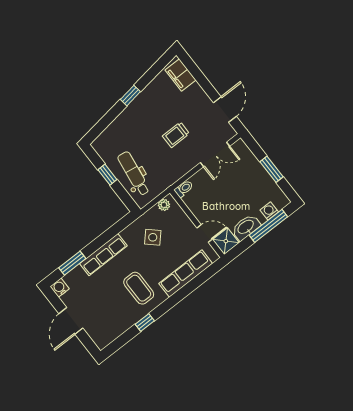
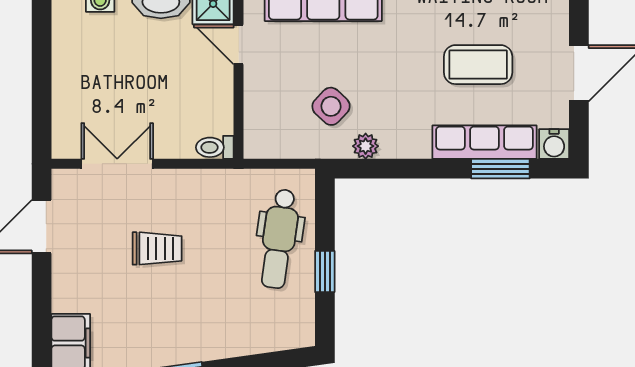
window: (272, 169) -> (42, 65), removed
plant: (164, 205) -> (366, 146), moved
row of seats: (103, 255) -> (484, 142), moved
coffee table: (139, 288) -> (478, 65), moved, turned 90

